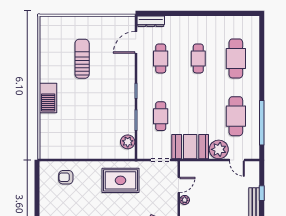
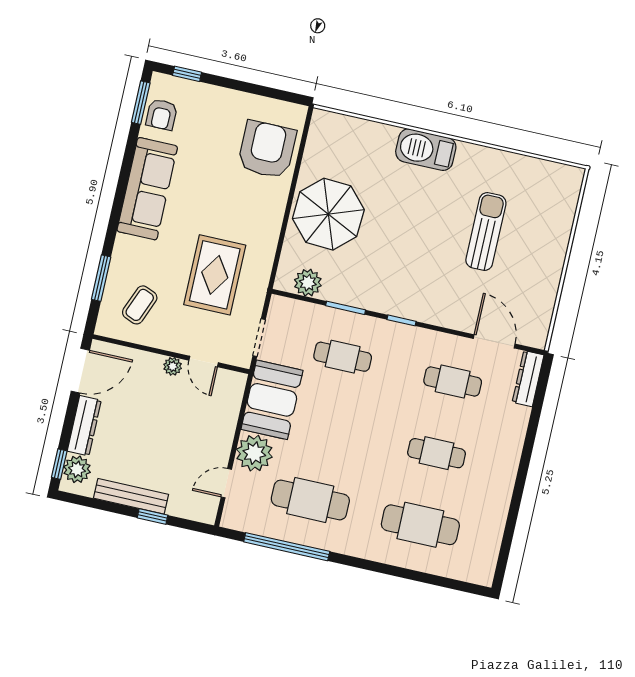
sun lounger: (82, 59) -> (486, 231), turned -90
parasol: (91, 139) -> (328, 214), added
armchair: (66, 177) -> (267, 150), width x1.88, depth x1.88
rug: (120, 180) -> (215, 275), moved

